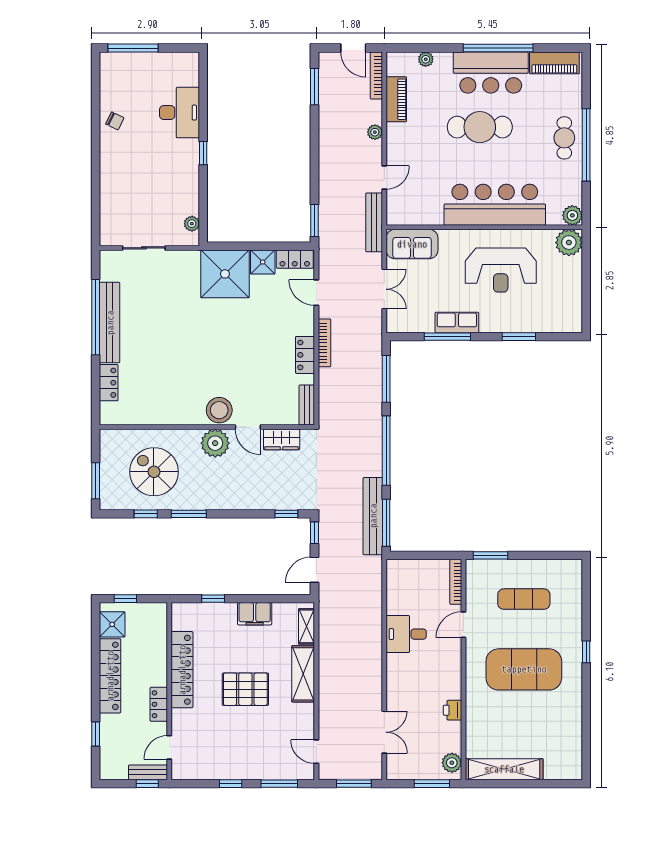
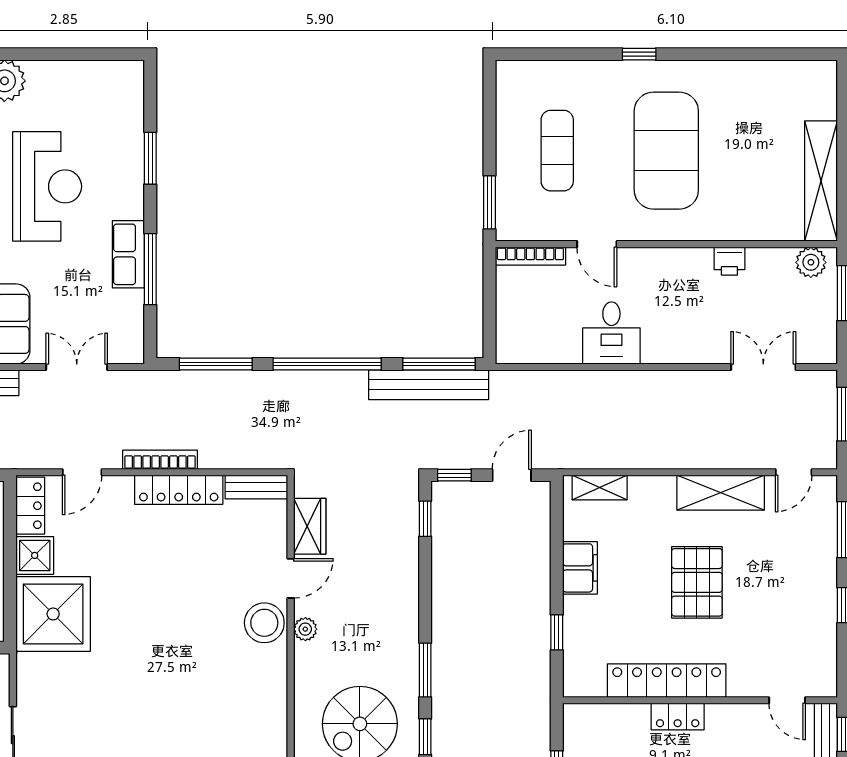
locker: (305, 355) -> (179, 490), width x1.53
plant: (215, 443) -> (305, 629), width x0.53, depth x0.53
door: (314, 570) -> (512, 475), swing flipped
shelving: (303, 674) -> (721, 493), moved
locker: (159, 704) -> (678, 717), moved

